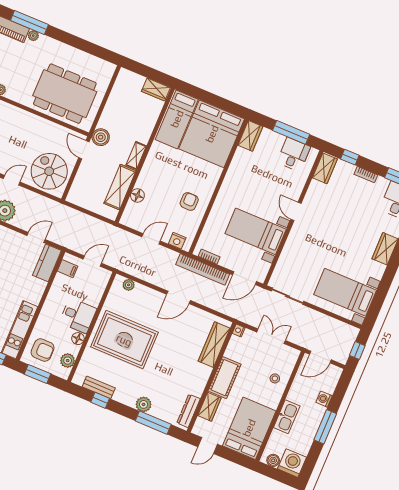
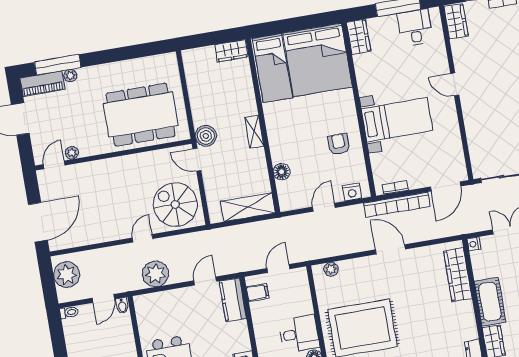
shelving: (120, 187) -> (248, 207), moved, turned 90
bed with nightstands: (256, 231) -> (397, 120), moved, turned 180
door: (179, 297) -> (390, 249), swing flipped

